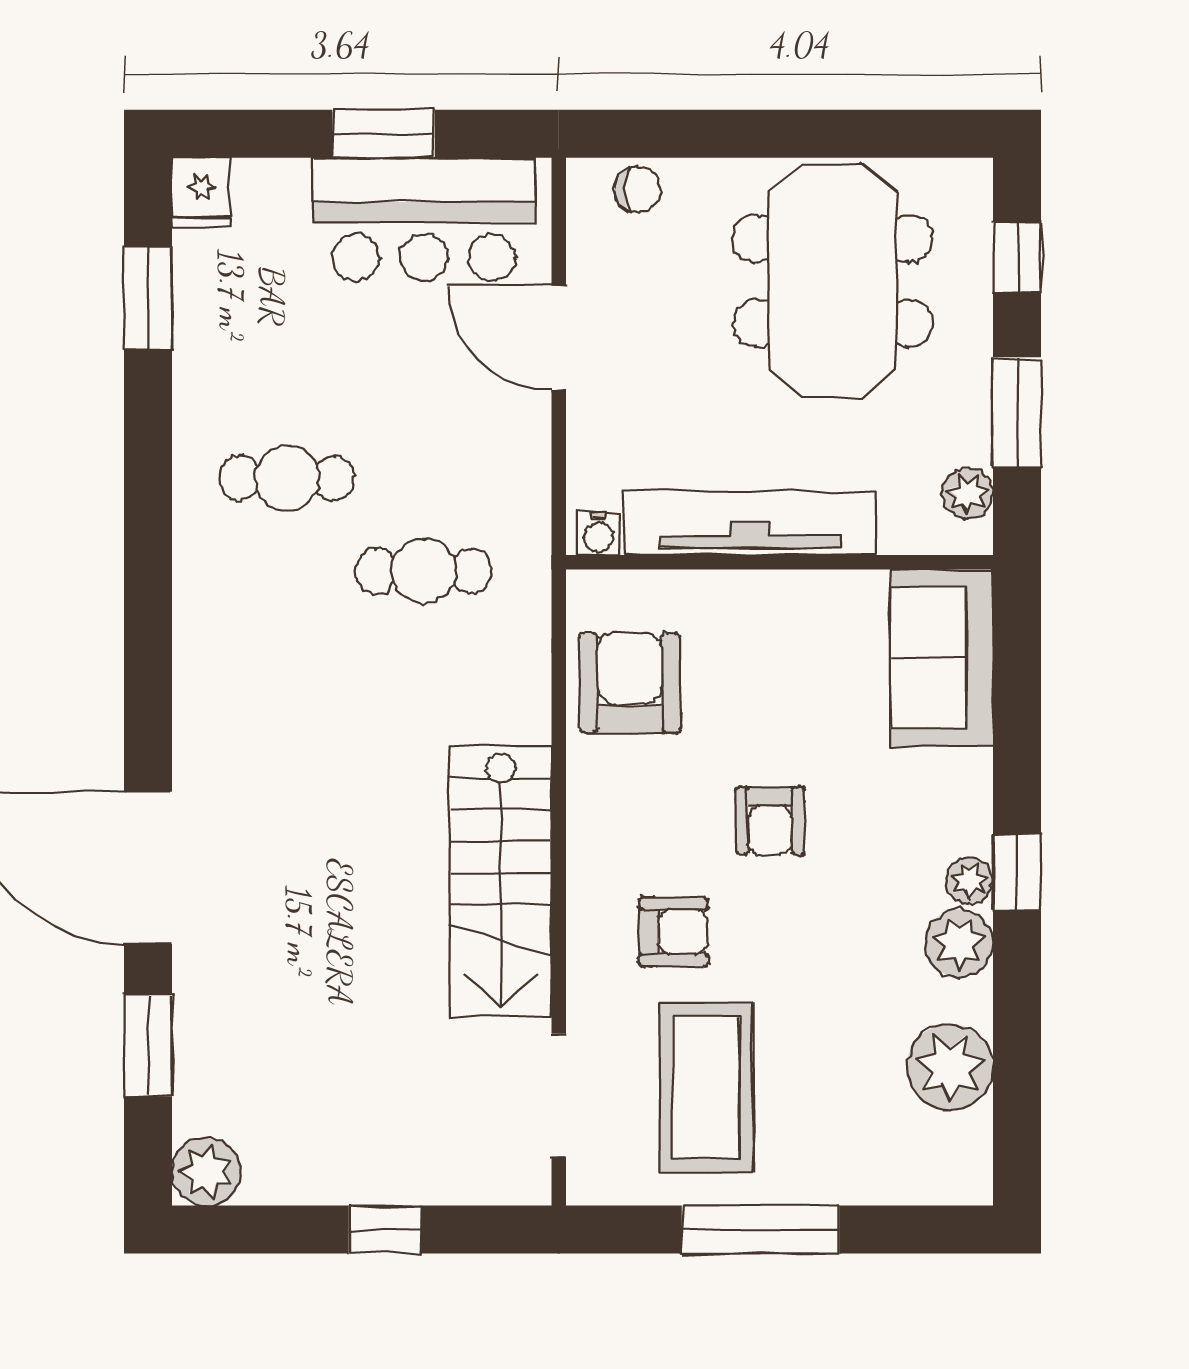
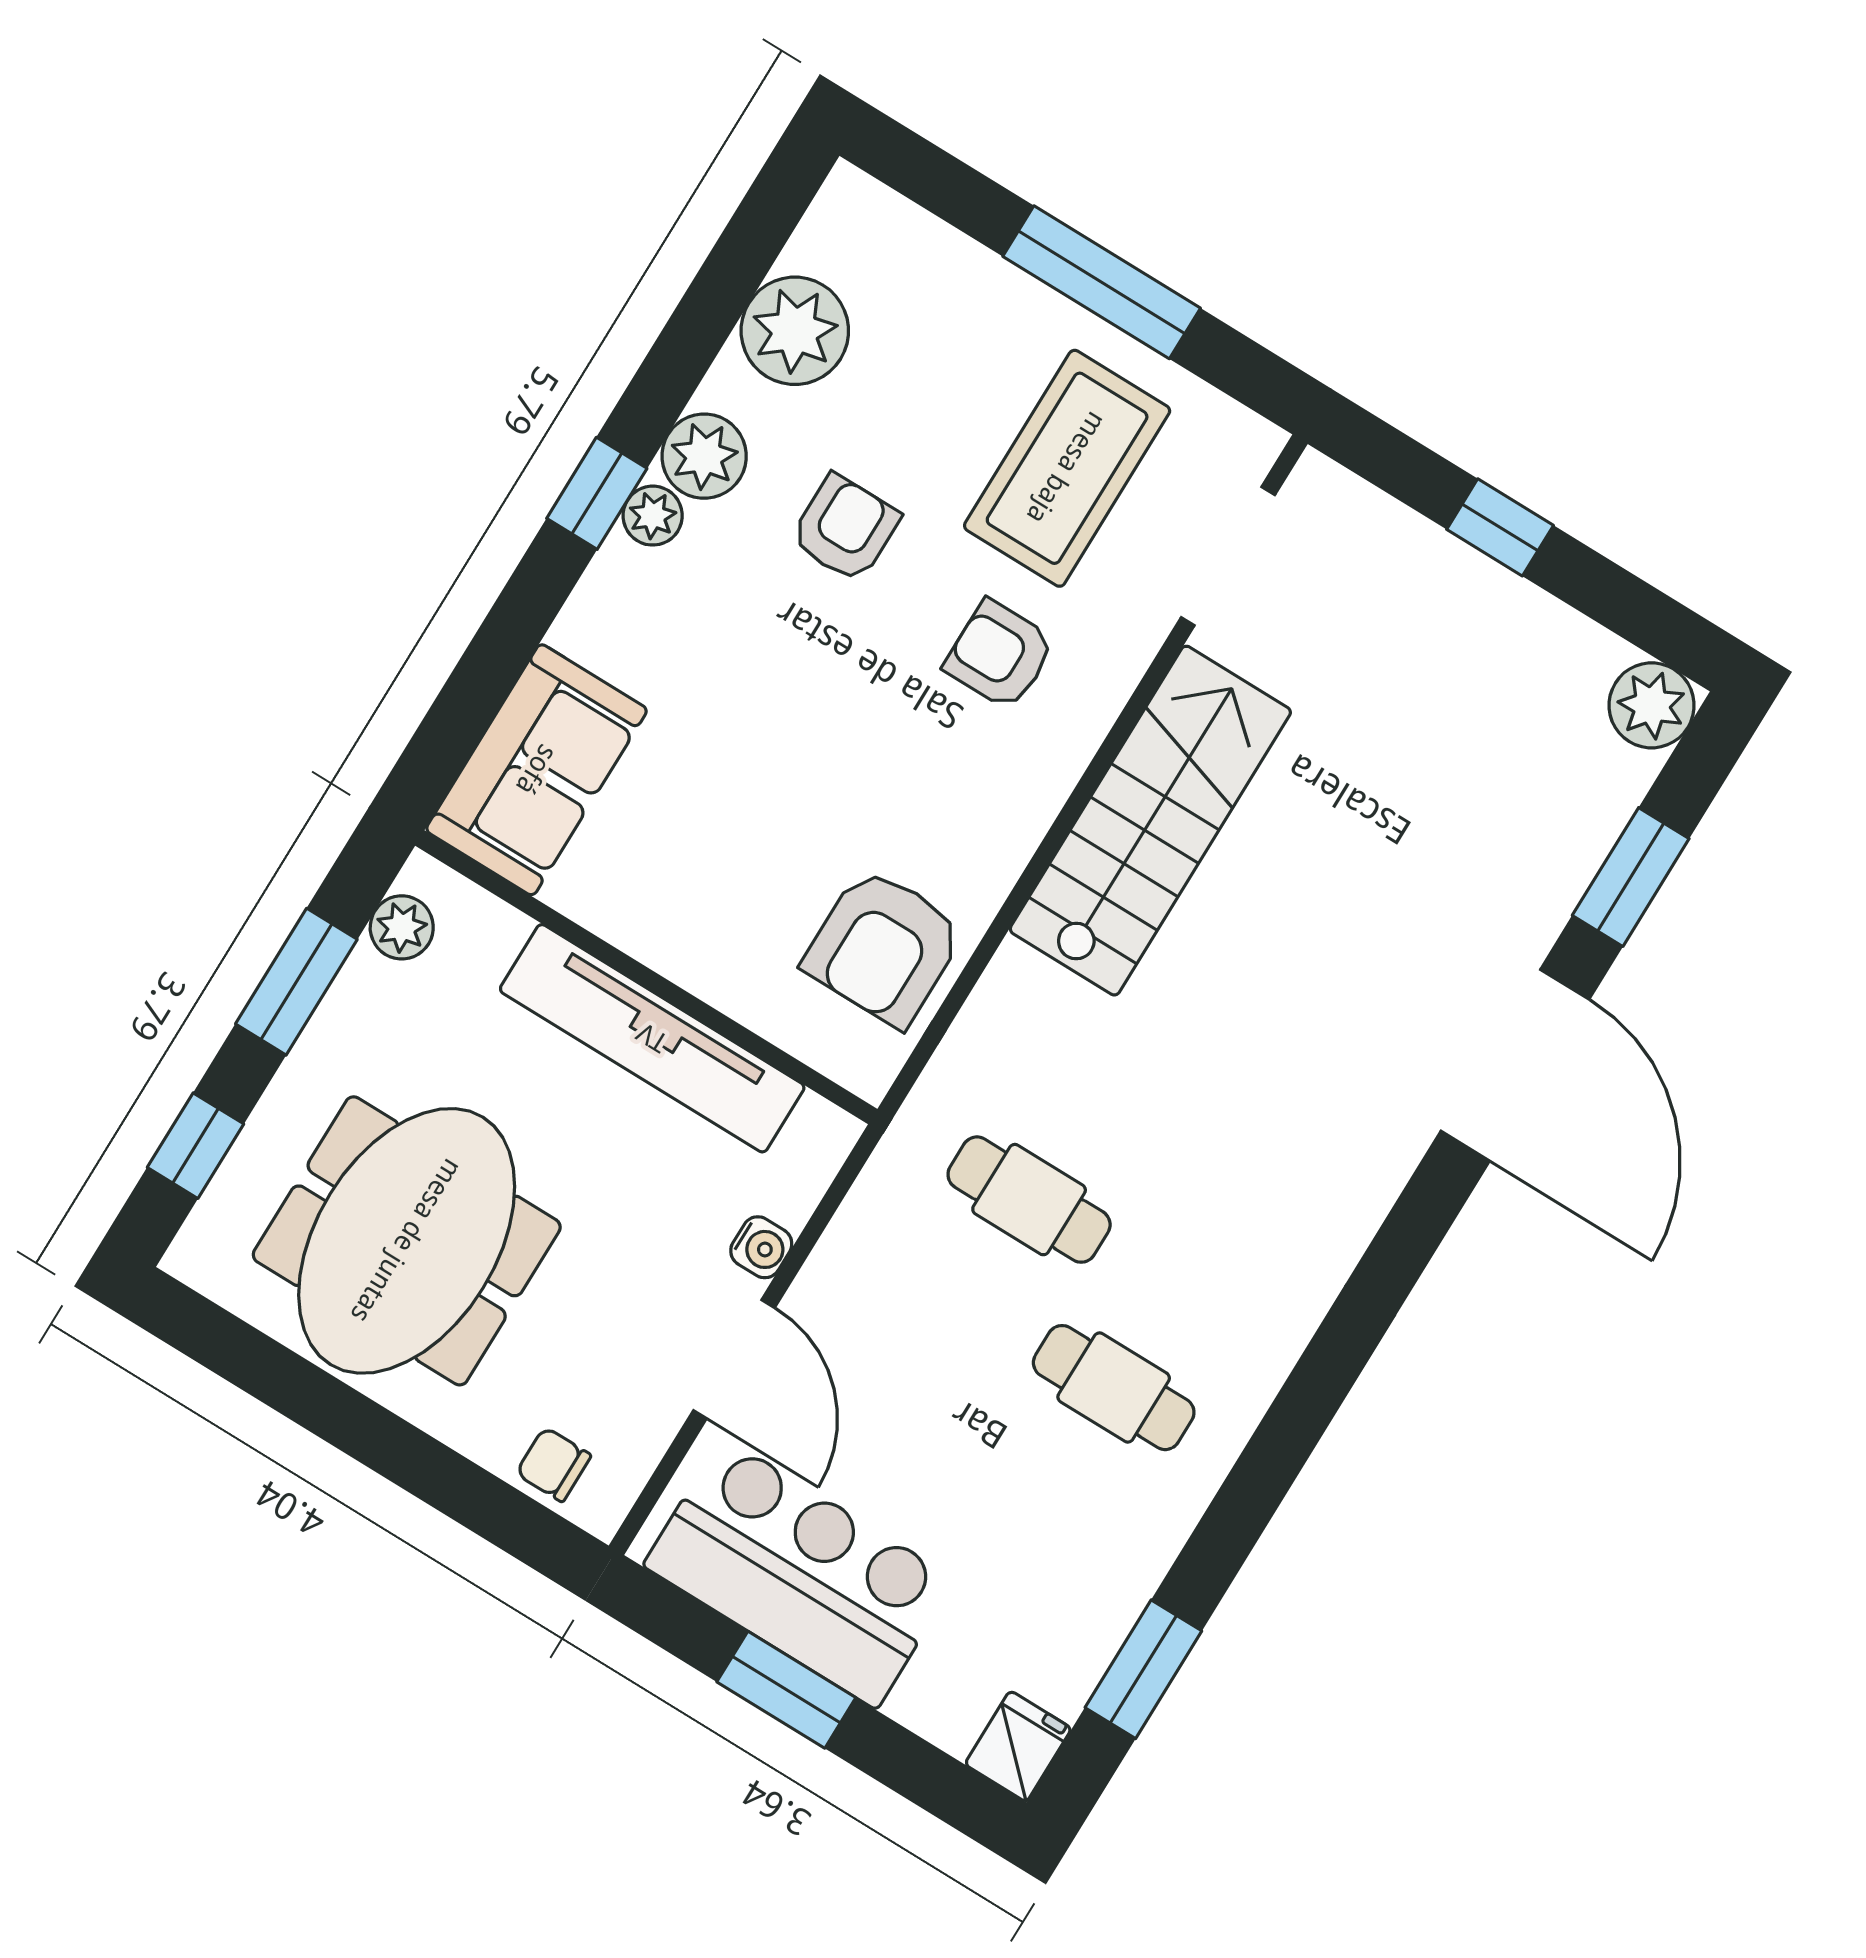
water cooler: (598, 534) -> (761, 1247), moved, turned 90
armchair: (770, 821) -> (845, 528), moved

